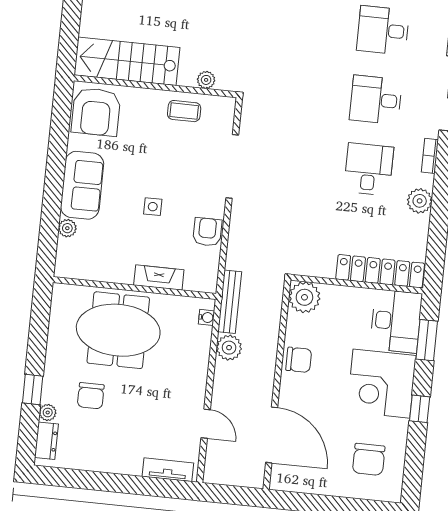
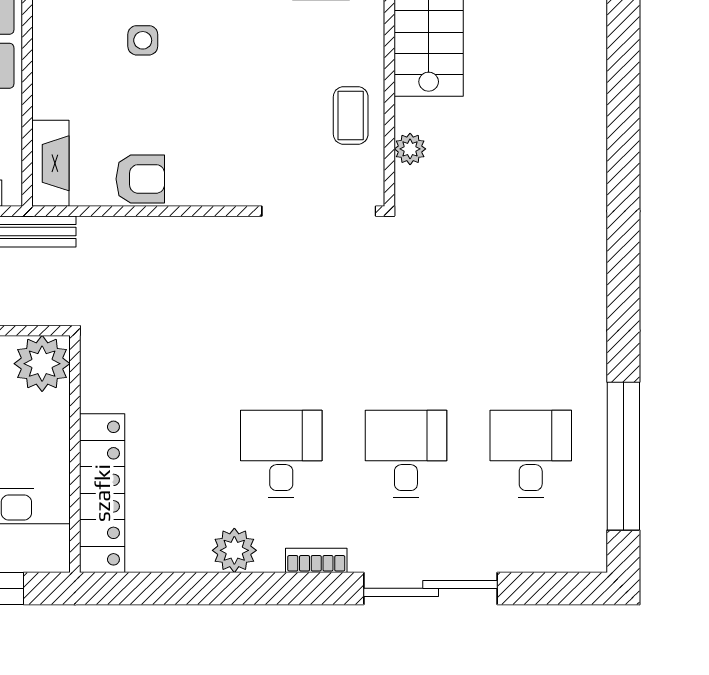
doorway: (232, 166) -> (319, 211), moved
desk: (369, 169) -> (281, 454), turned -90
side table: (153, 207) -> (143, 40), moved
fireplace: (159, 278) -> (50, 163), moved

